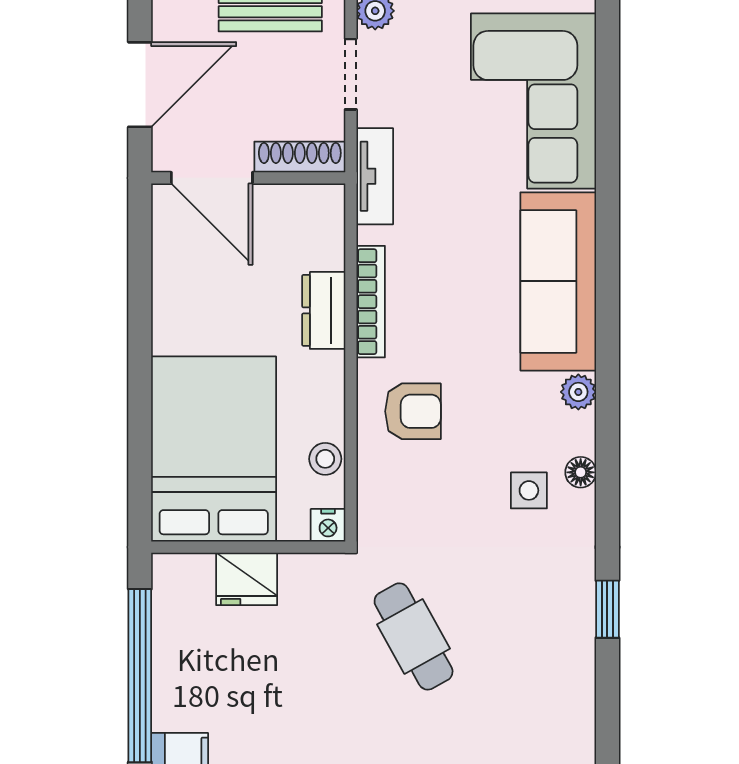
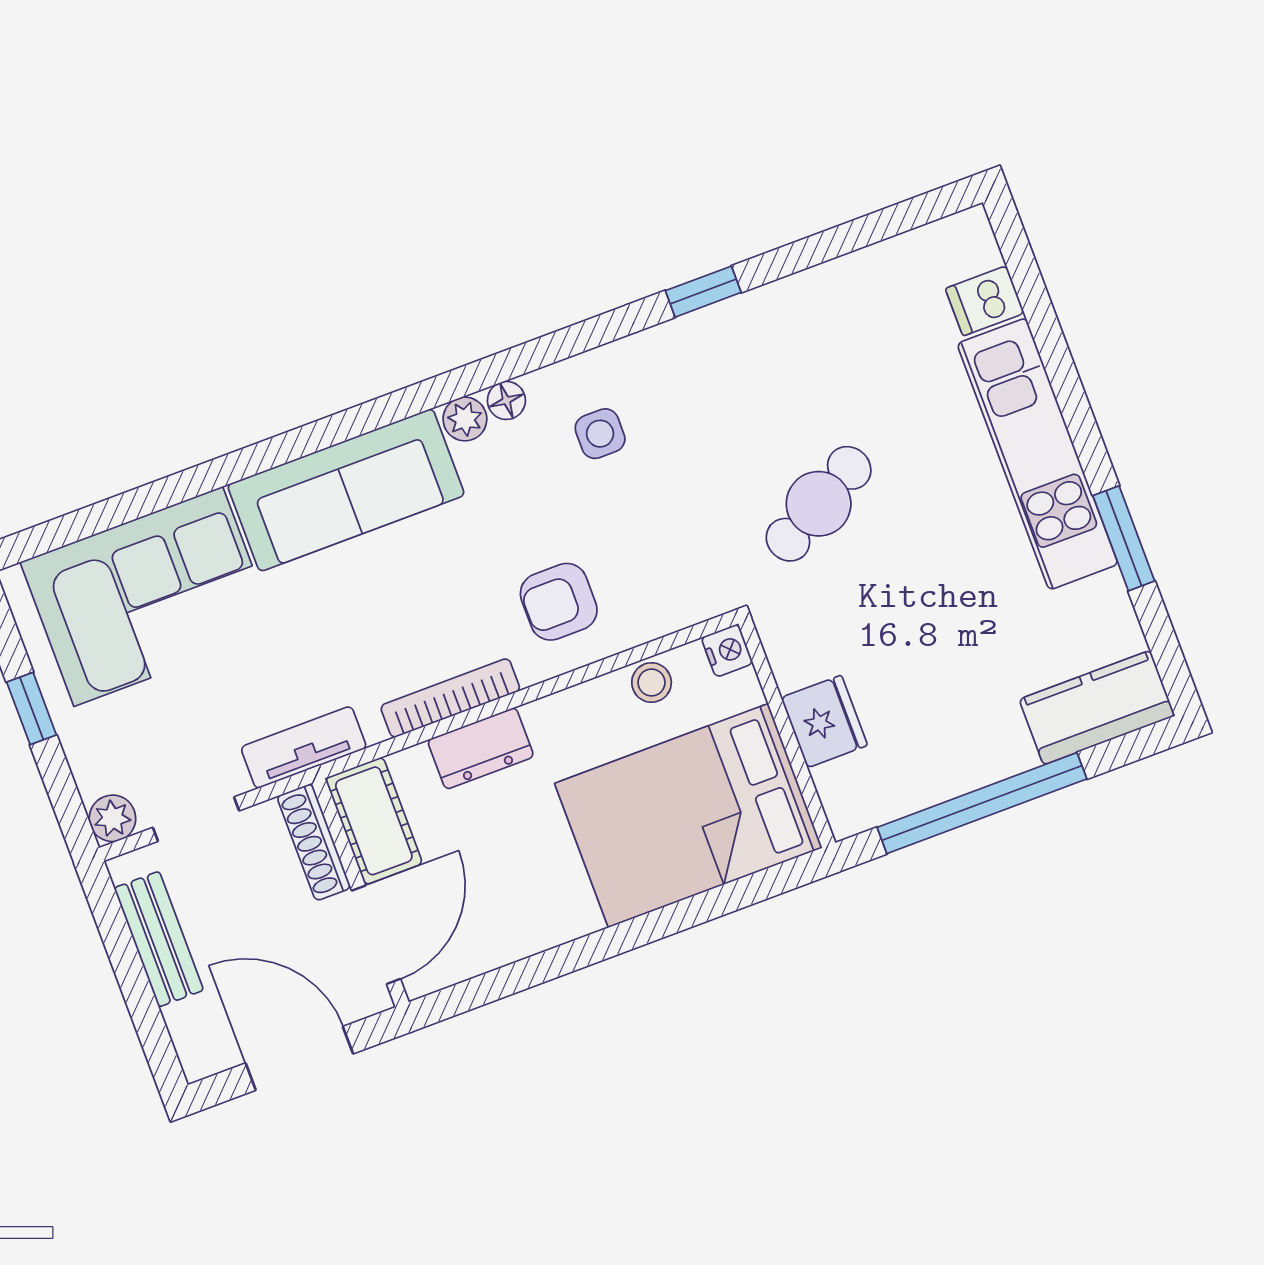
cot: (299, 209) -> (374, 821), added
armchair: (413, 411) -> (559, 602), turned -90
floor lamp: (581, 472) -> (506, 400), moved

